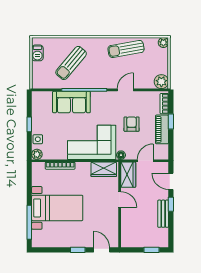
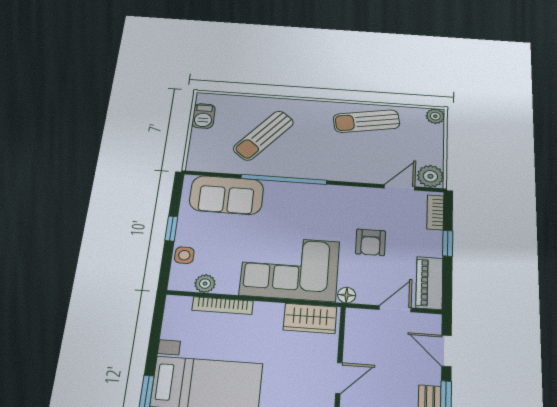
door: (125, 90) -> (400, 187), moved
sofa: (71, 102) -> (227, 195), moved
armchair: (132, 124) -> (371, 242), turned 180
piano: (162, 129) -> (429, 283), moved
plant: (37, 154) -> (205, 284), moved
wardrobe: (128, 175) -> (359, 332), removed
door: (120, 199) -> (339, 378), hinge flipped

